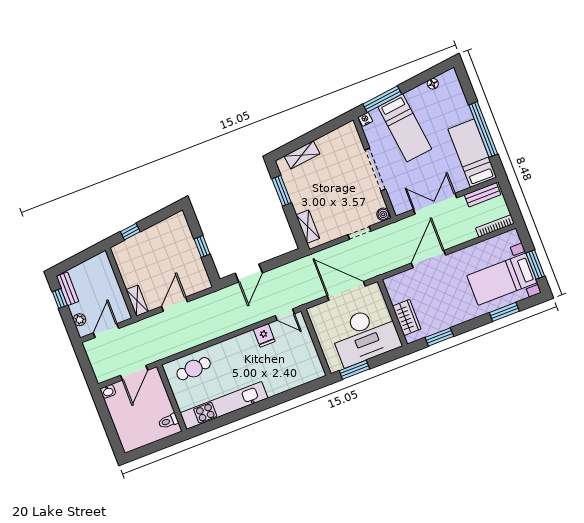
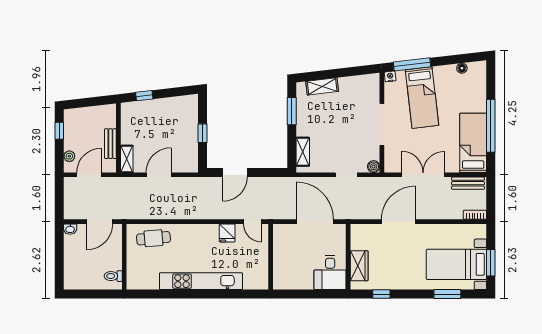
bookcase: (495, 226) -> (475, 215), width x0.64
bench: (67, 289) -> (110, 144), moved
desk: (365, 335) -> (330, 273), width x0.53, depth x0.77
window: (439, 337) -> (381, 294), width x0.67
window: (354, 370) -> (295, 294), removed
kitchen unit: (224, 405) -> (201, 281), moved

